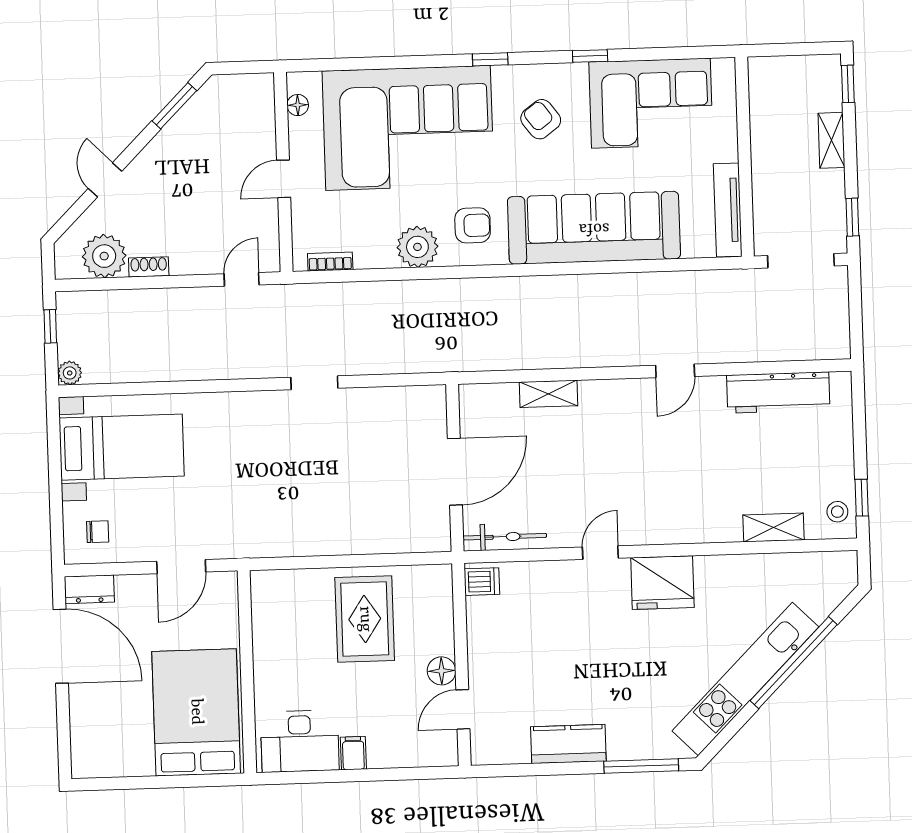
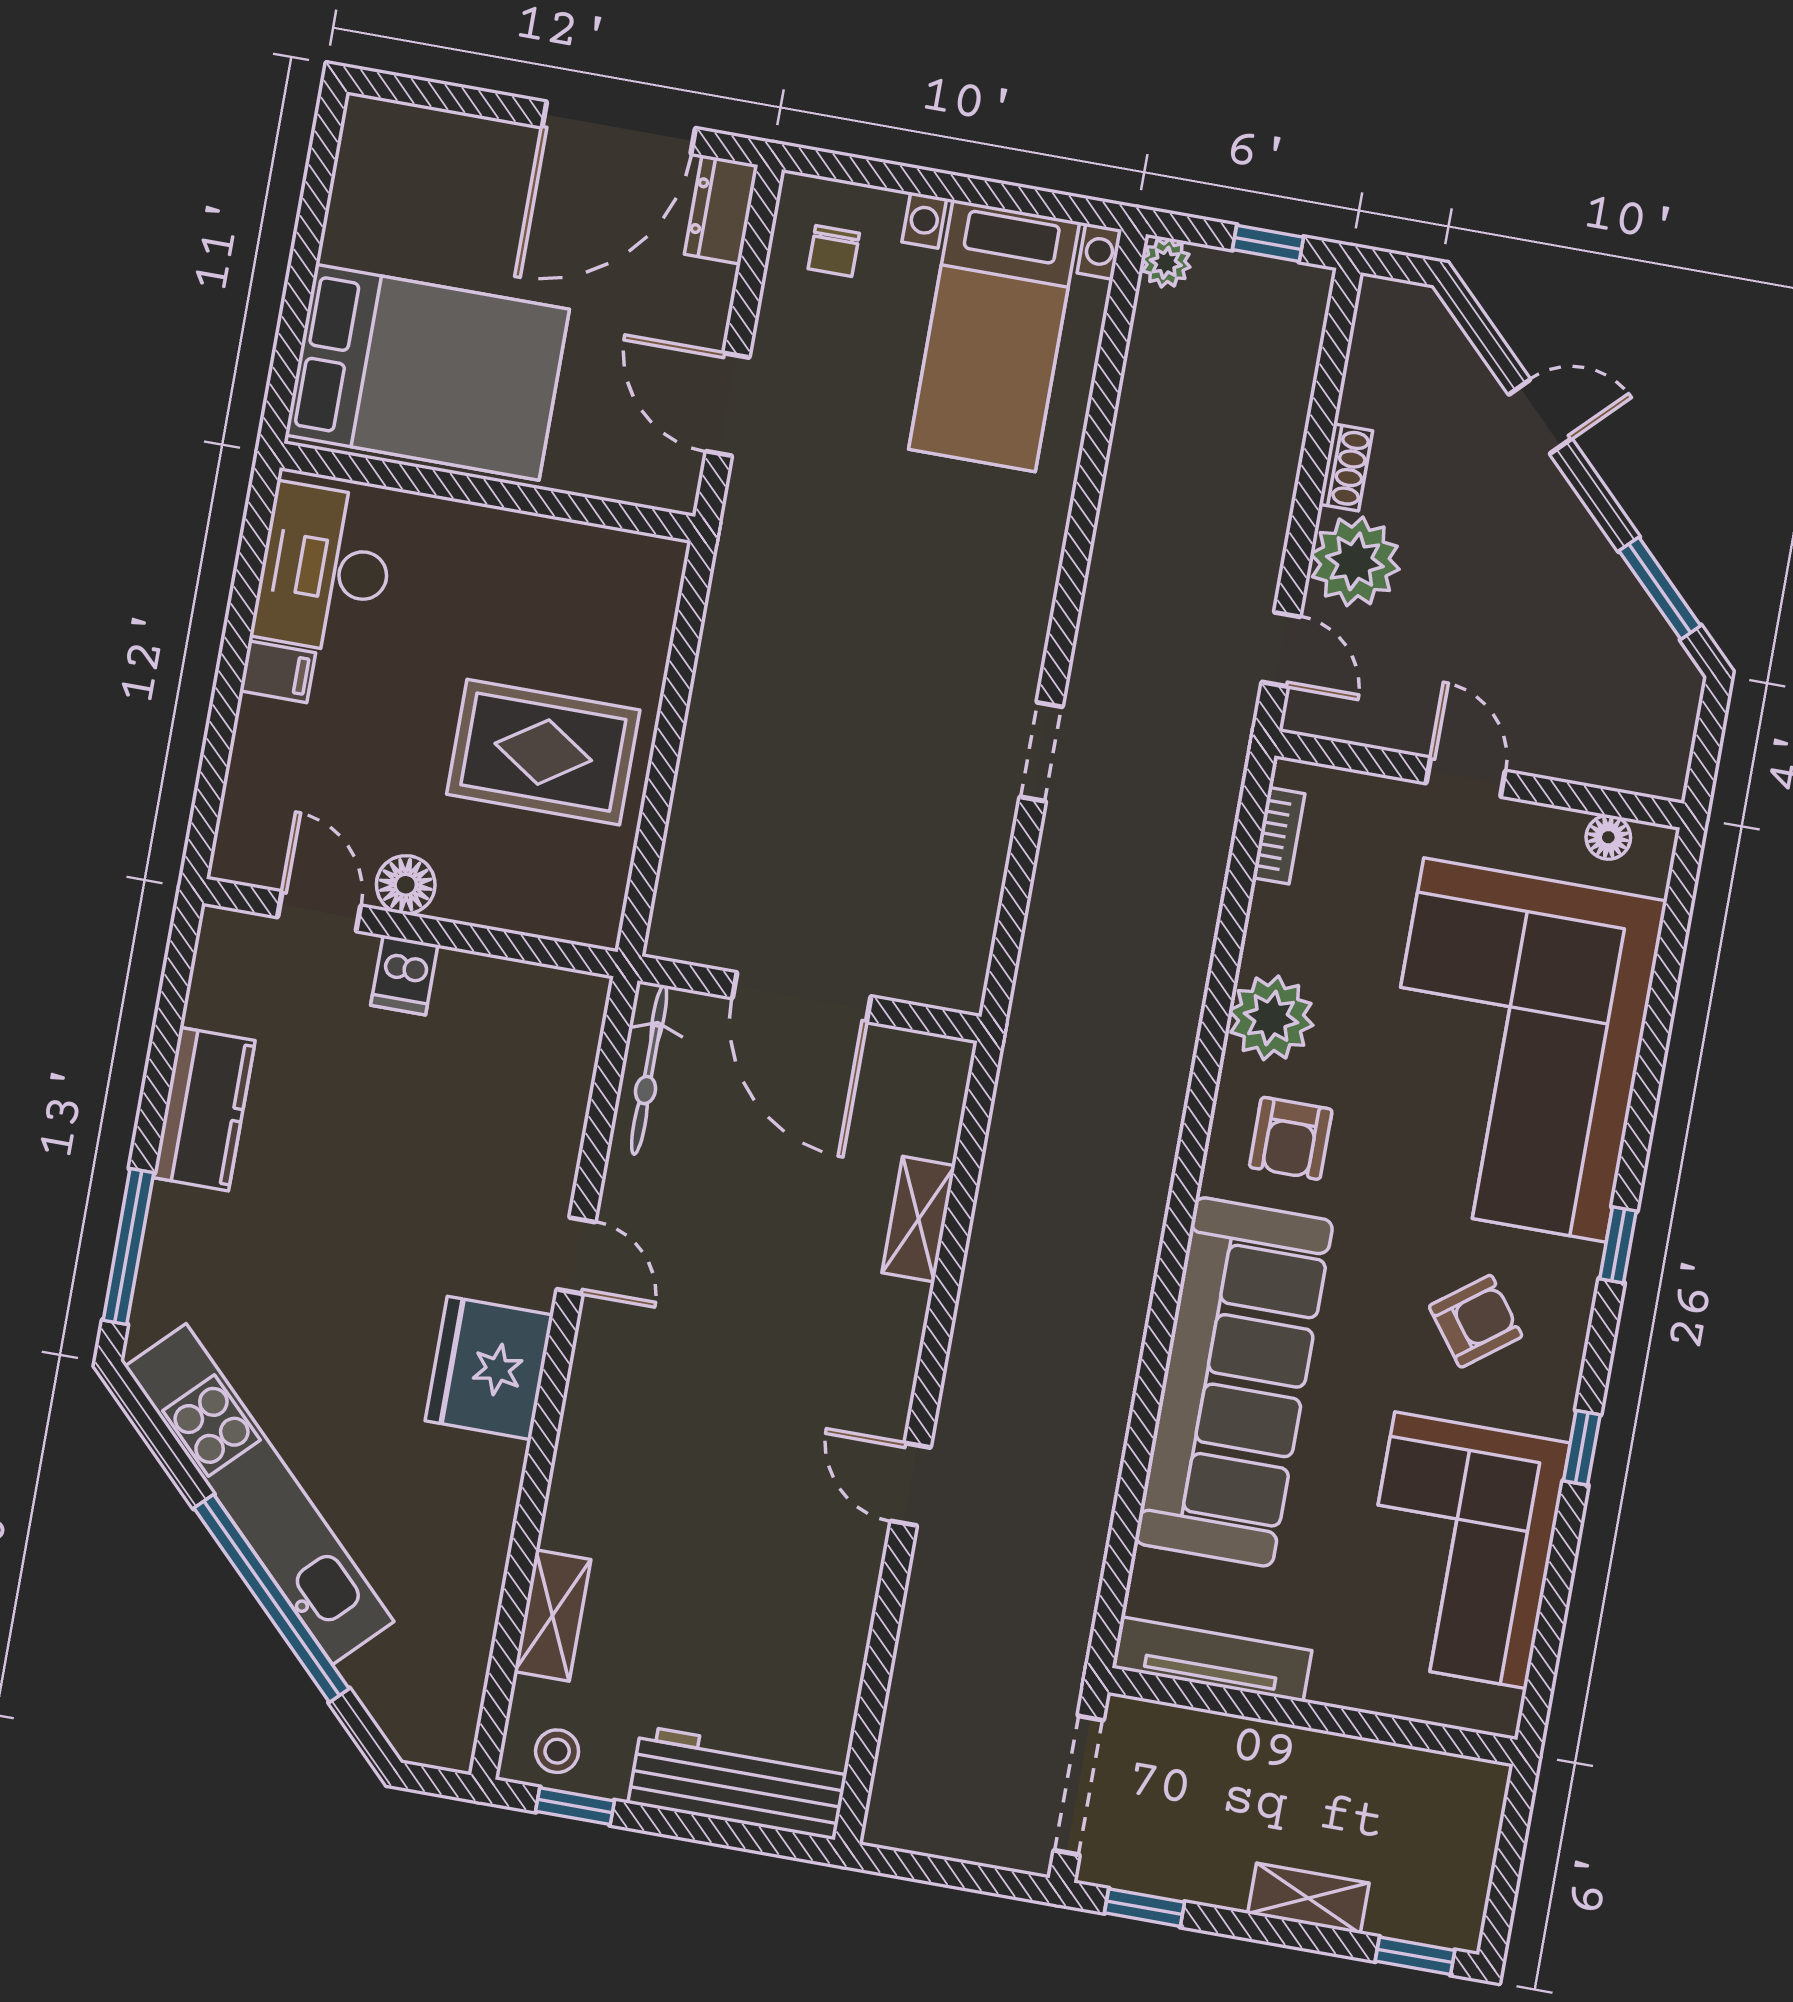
plant: (104, 256) -> (1355, 561), moved
workbench: (778, 392) -> (738, 1783), moved, turned 90
dishwasher: (482, 582) -> (404, 975), moved

